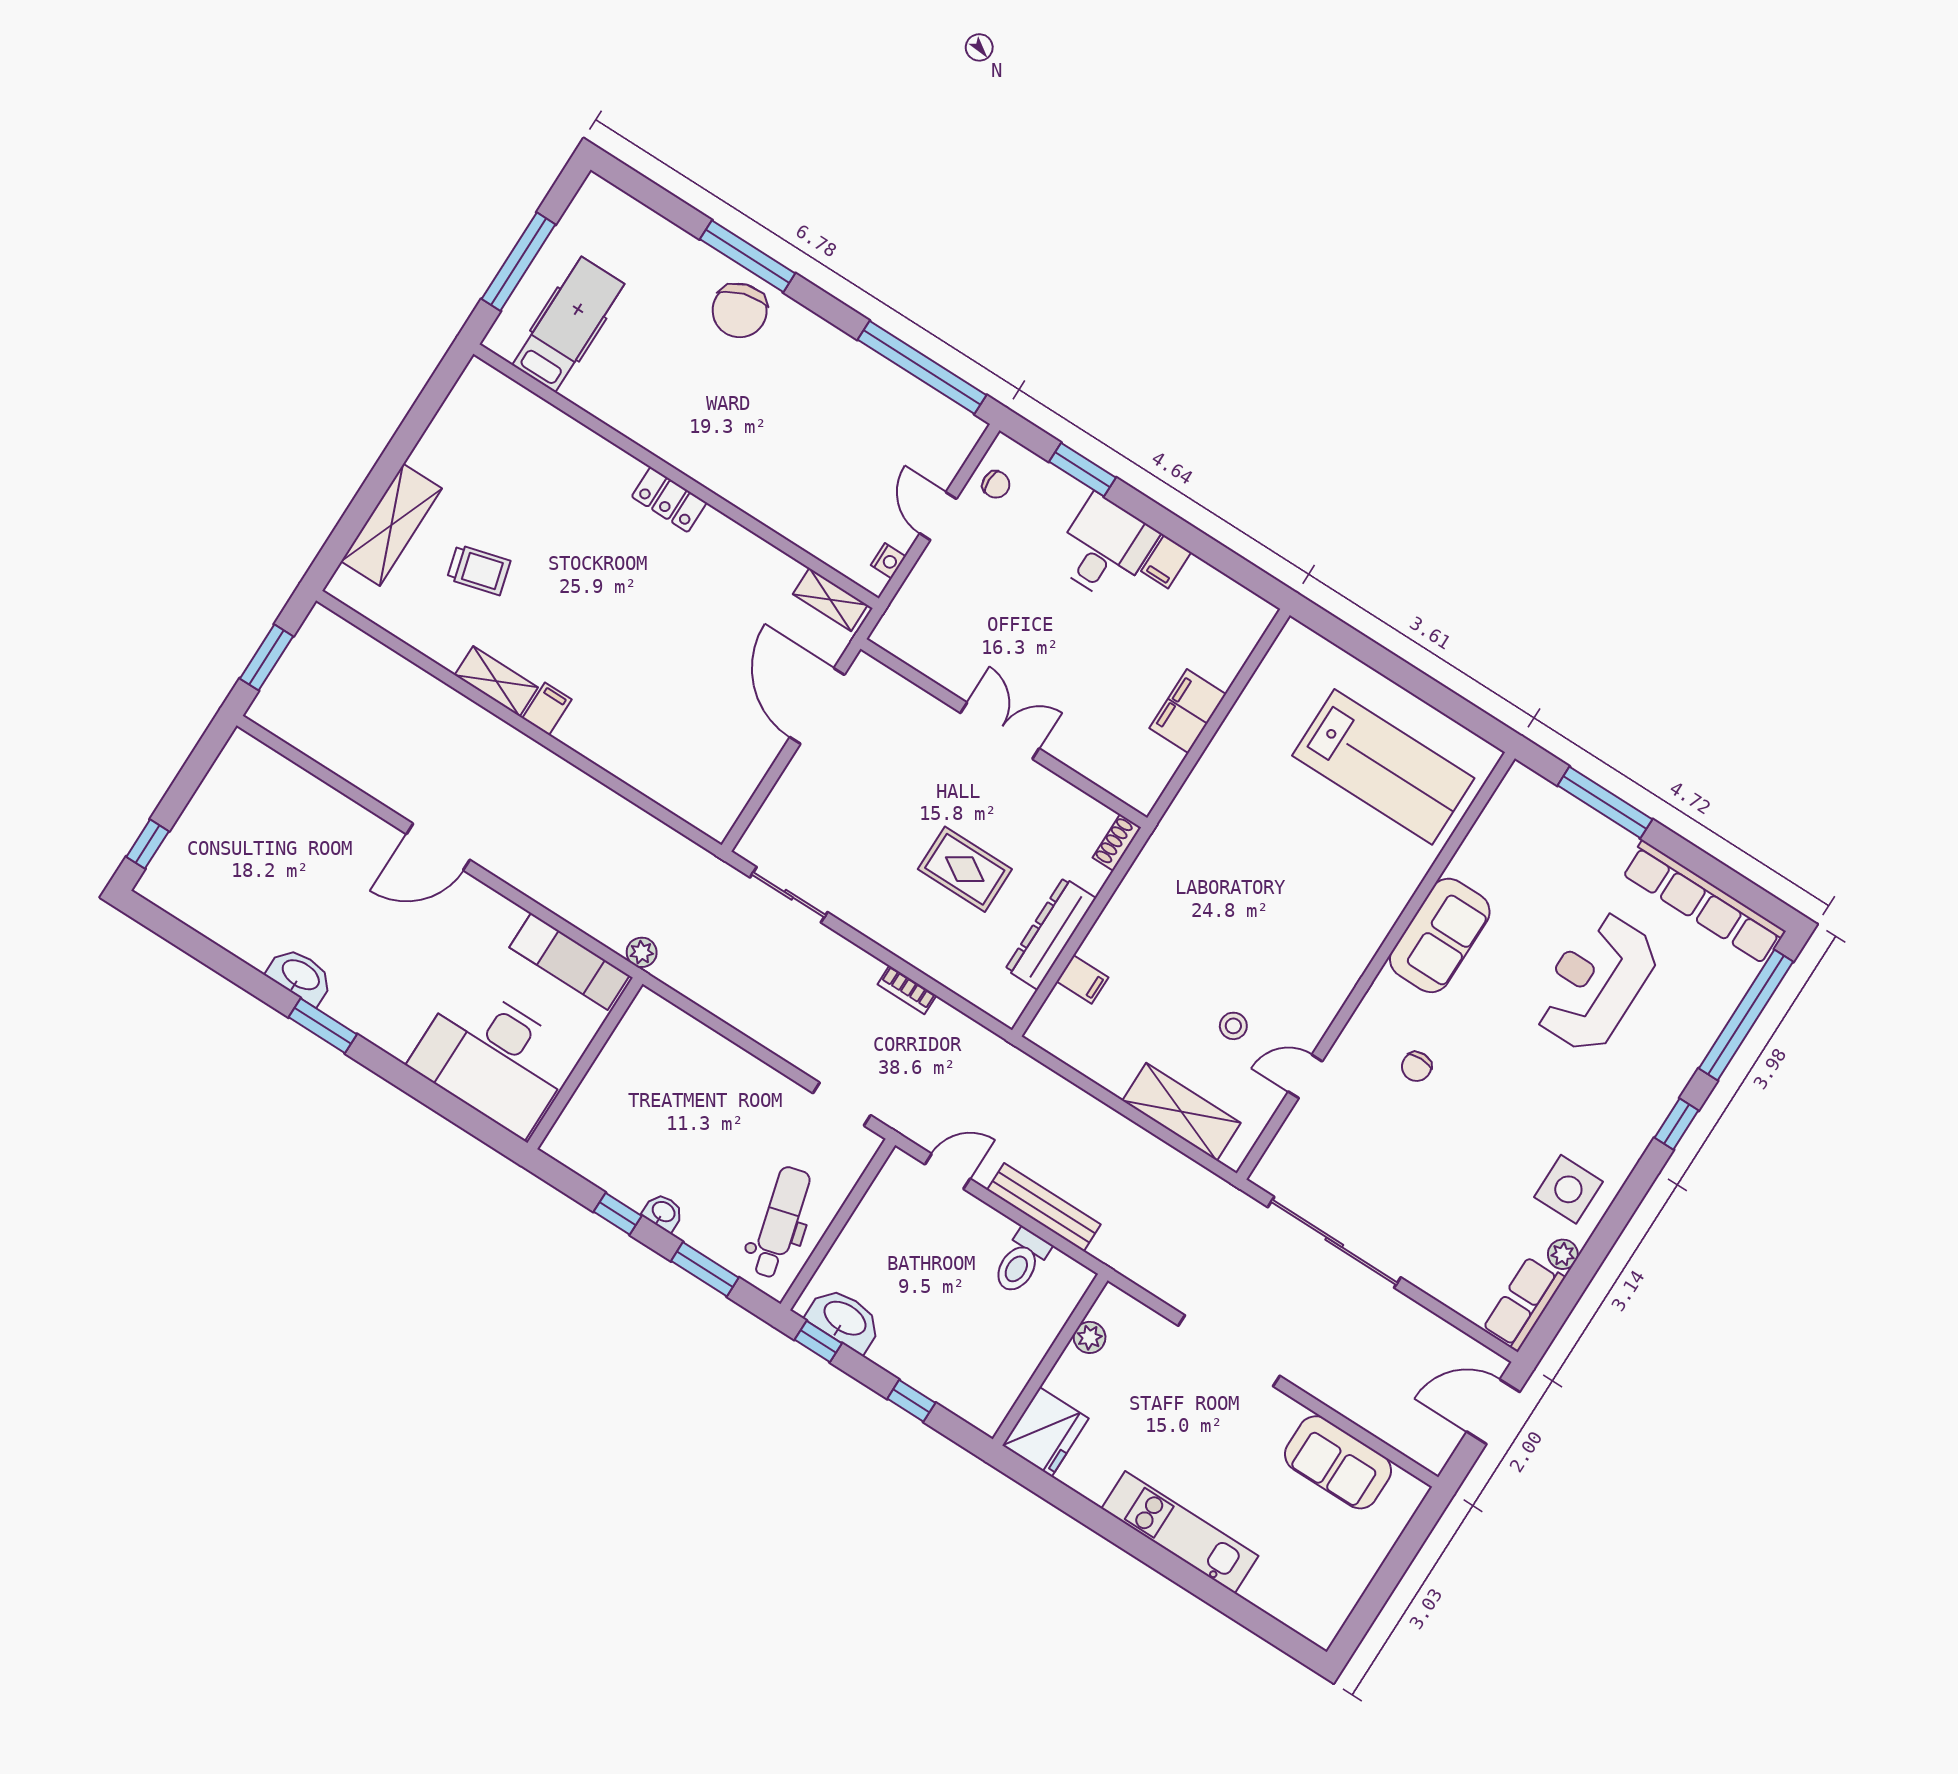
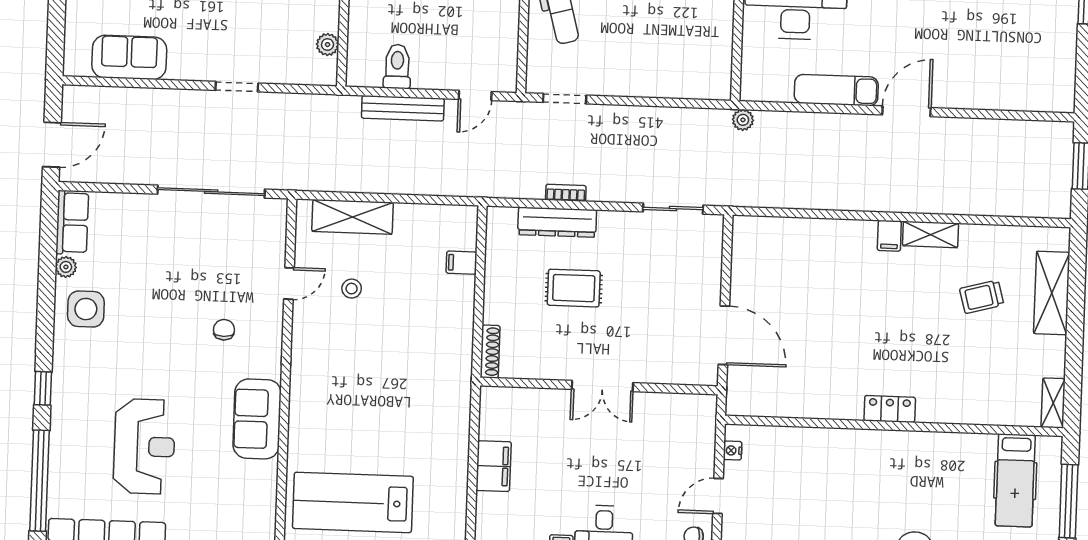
door: (938, 516) -> (718, 496), swing flipped
shelving: (830, 600) -> (1053, 403), moved, turned 90
shoe rack: (1117, 843) -> (490, 352), width x1.43
dresser: (1051, 934) -> (557, 222), moved, turned 90
exam couch: (569, 961) -> (836, 90), moved
doorway: (1229, 1351) -> (237, 87), width x0.53

